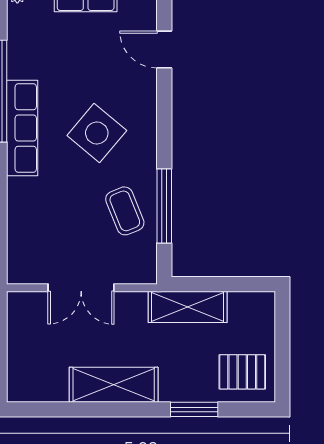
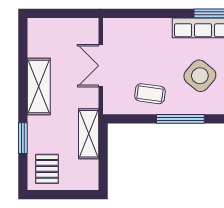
window: (164, 206) -> (180, 119), moved
coffee table: (125, 211) -> (150, 94), turned 30

